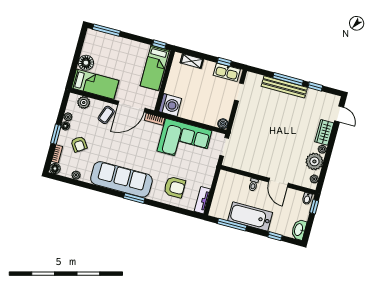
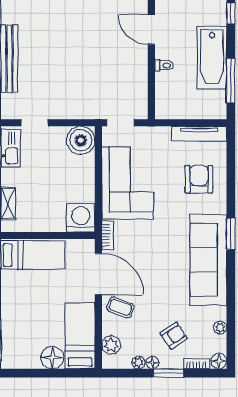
boiler: (223, 124) -> (81, 140), width x1.86, depth x1.86
door: (278, 183) -> (151, 30), swing flipped
tv unit: (202, 200) -> (199, 134), width x1.41

